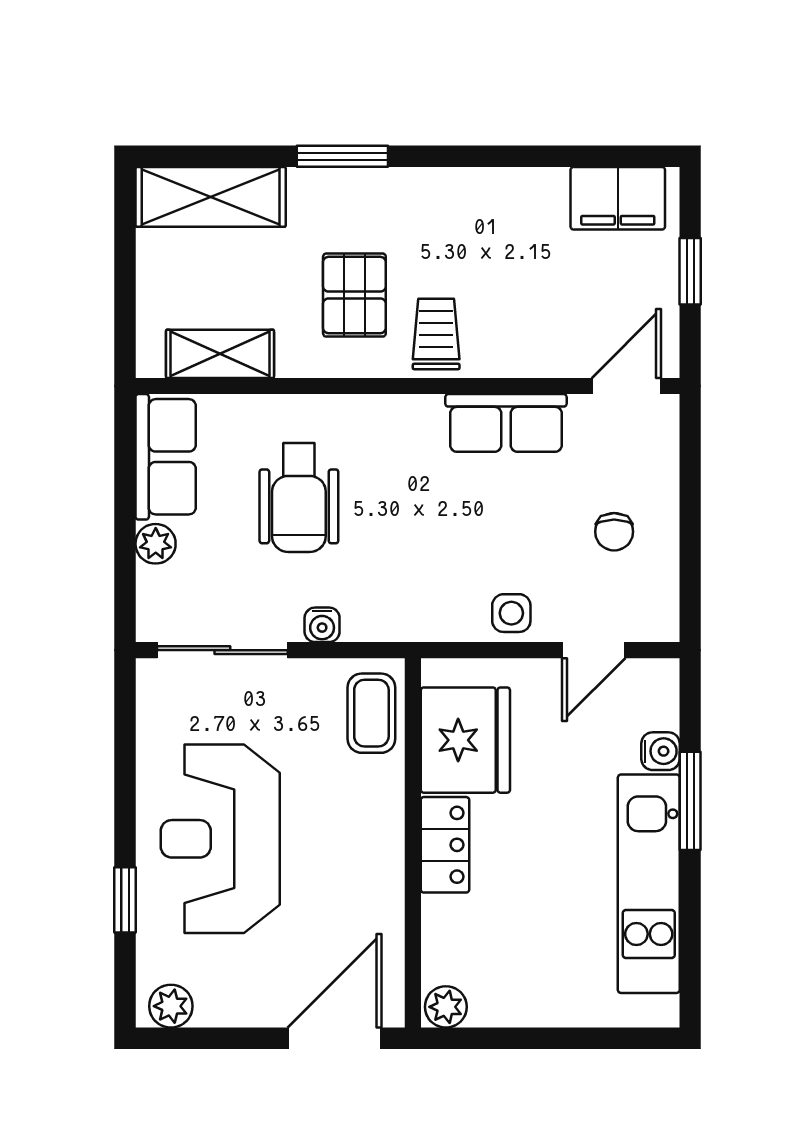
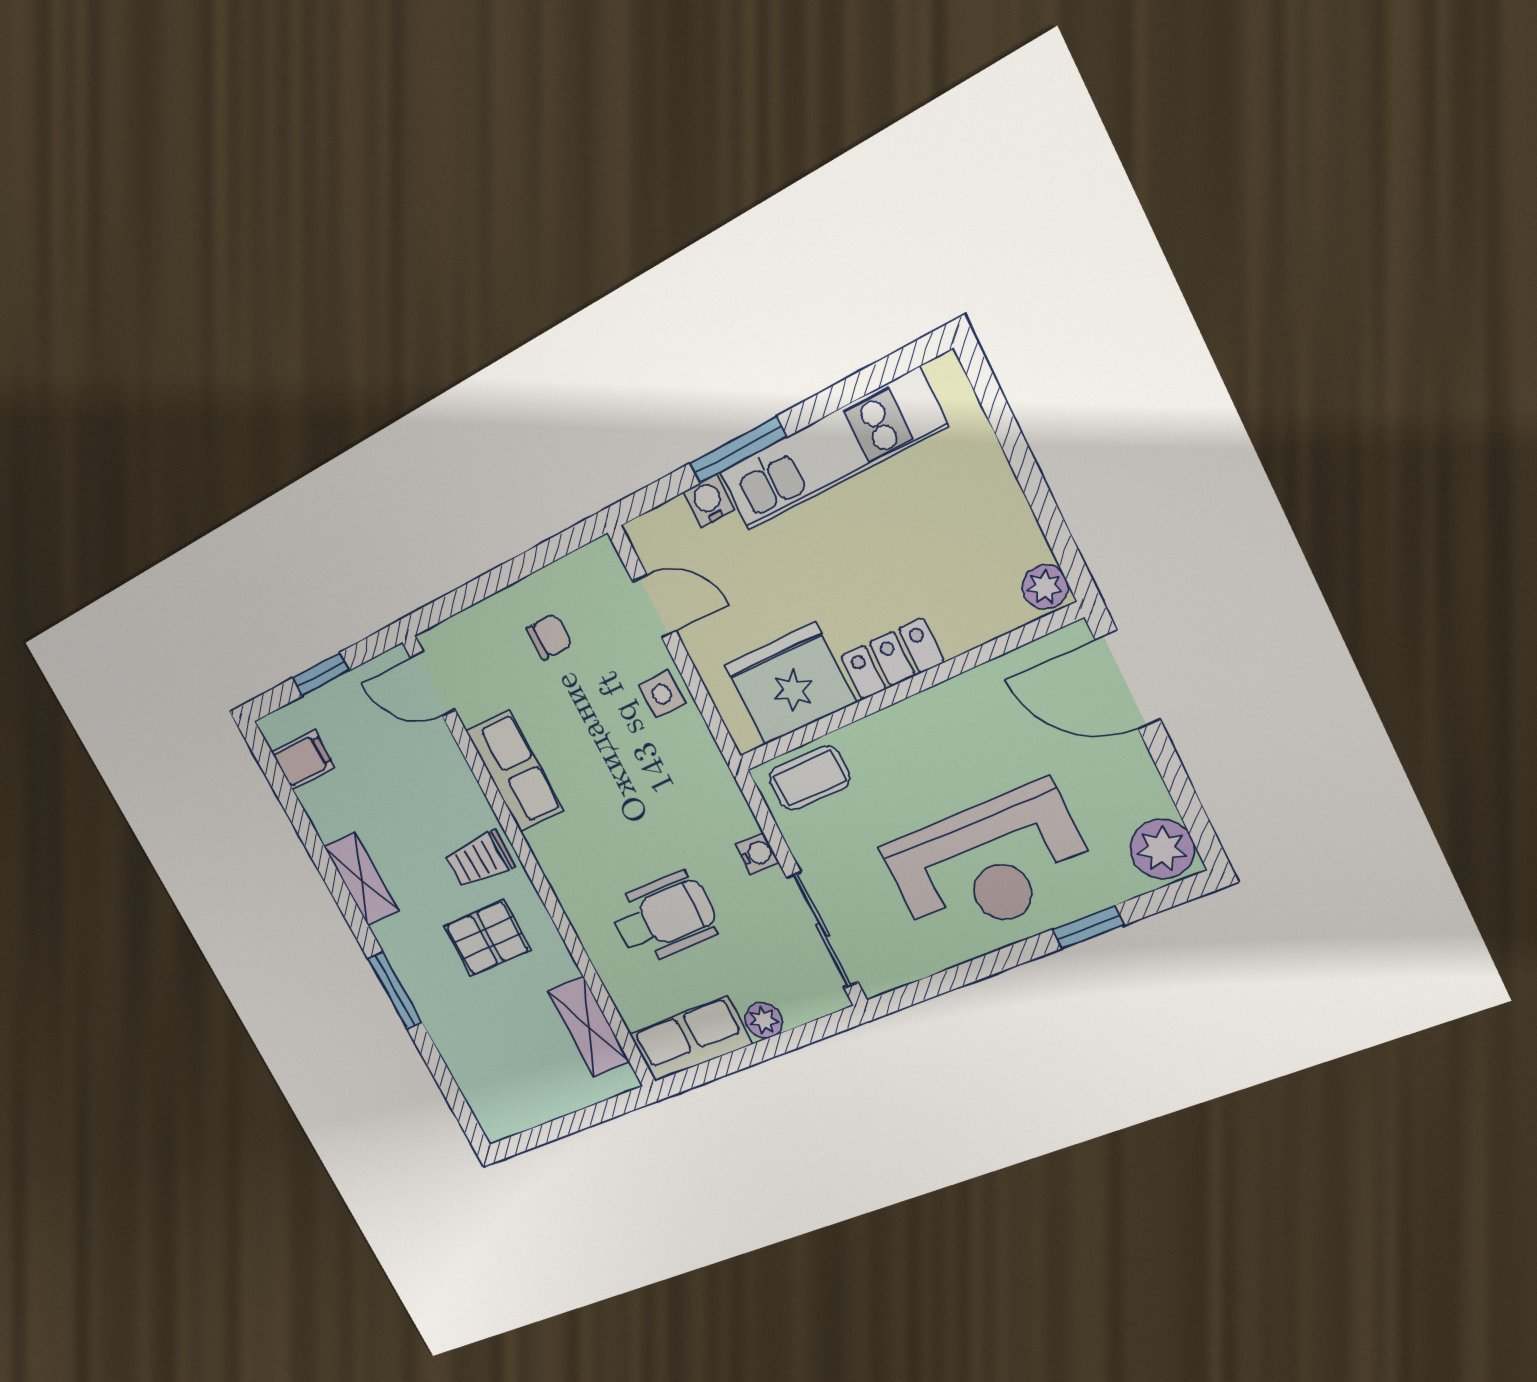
shelving: (211, 197) -> (361, 879), moved, width x0.67, depth x0.75
filing cabinet: (618, 198) -> (303, 760), width x0.50
plant: (171, 1006) -> (1162, 849), width x1.38, depth x1.38

